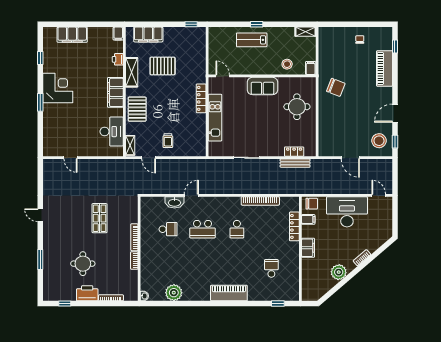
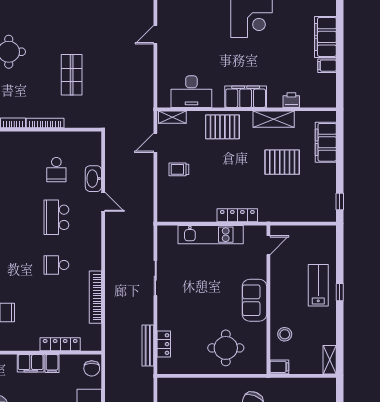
filing cabinet: (118, 34) -> (327, 66), moved
pallet: (163, 66) -> (282, 162), turned 90
shop shelf: (100, 218) -> (72, 75), turned 90
filing cabinet: (308, 219) -> (52, 364), moved

